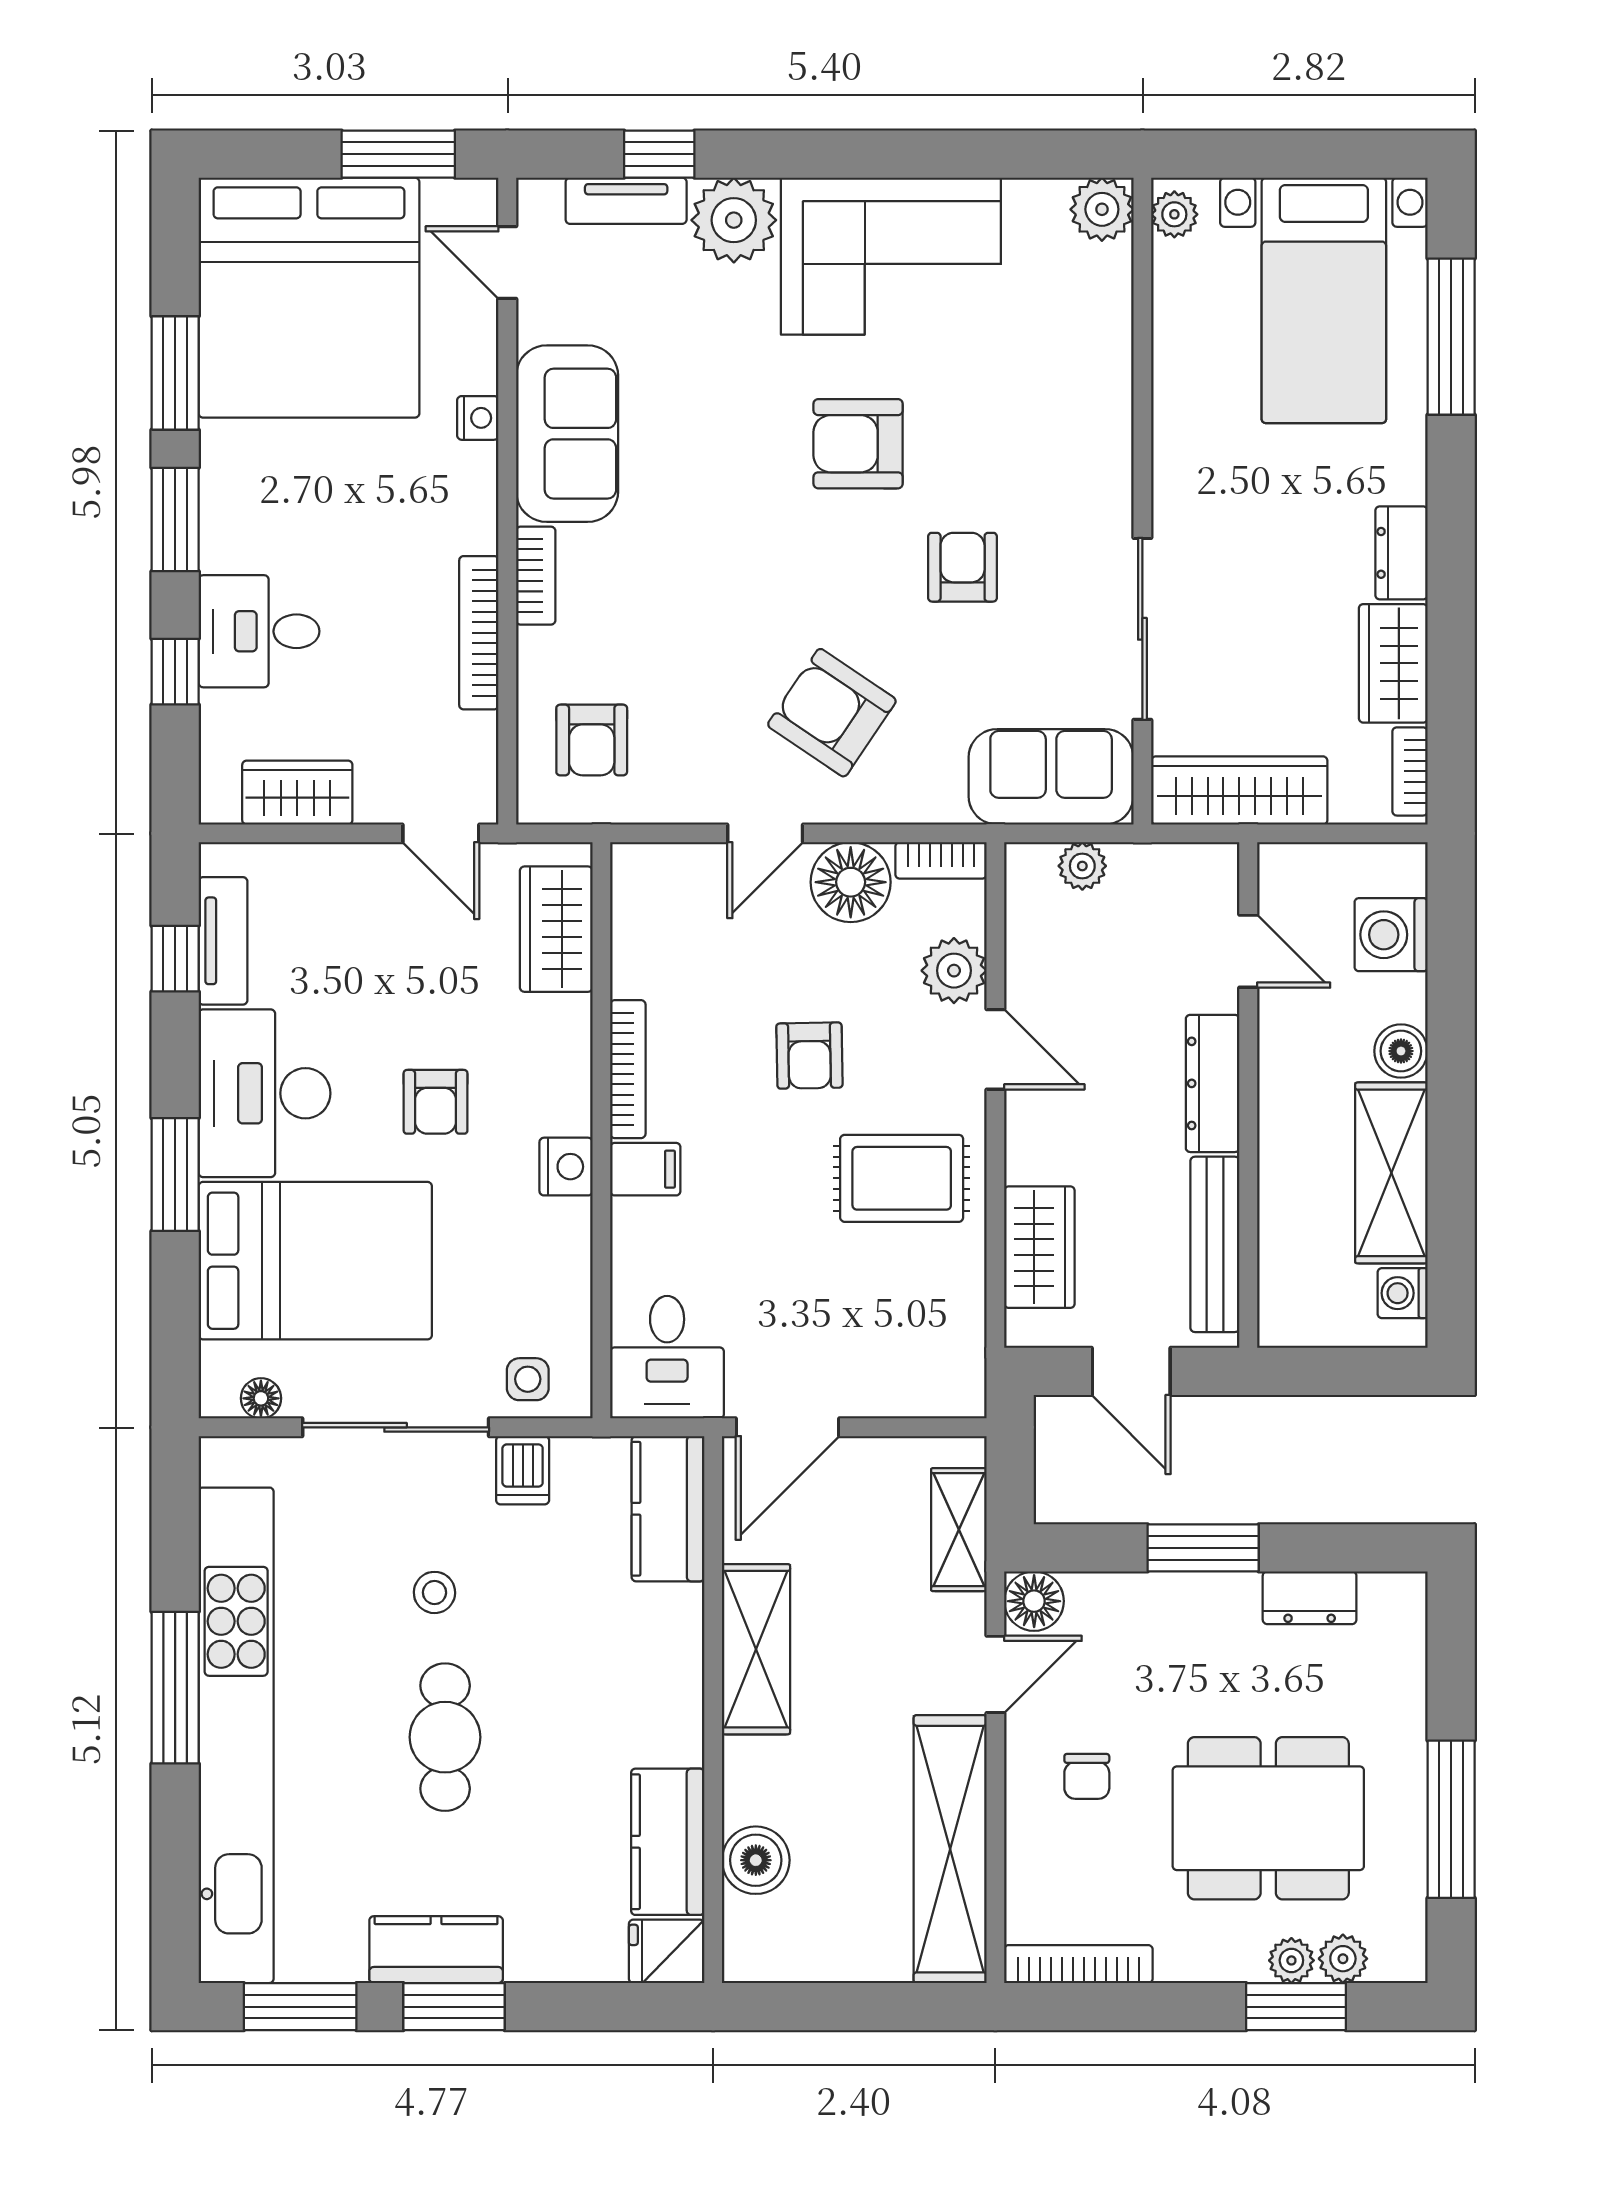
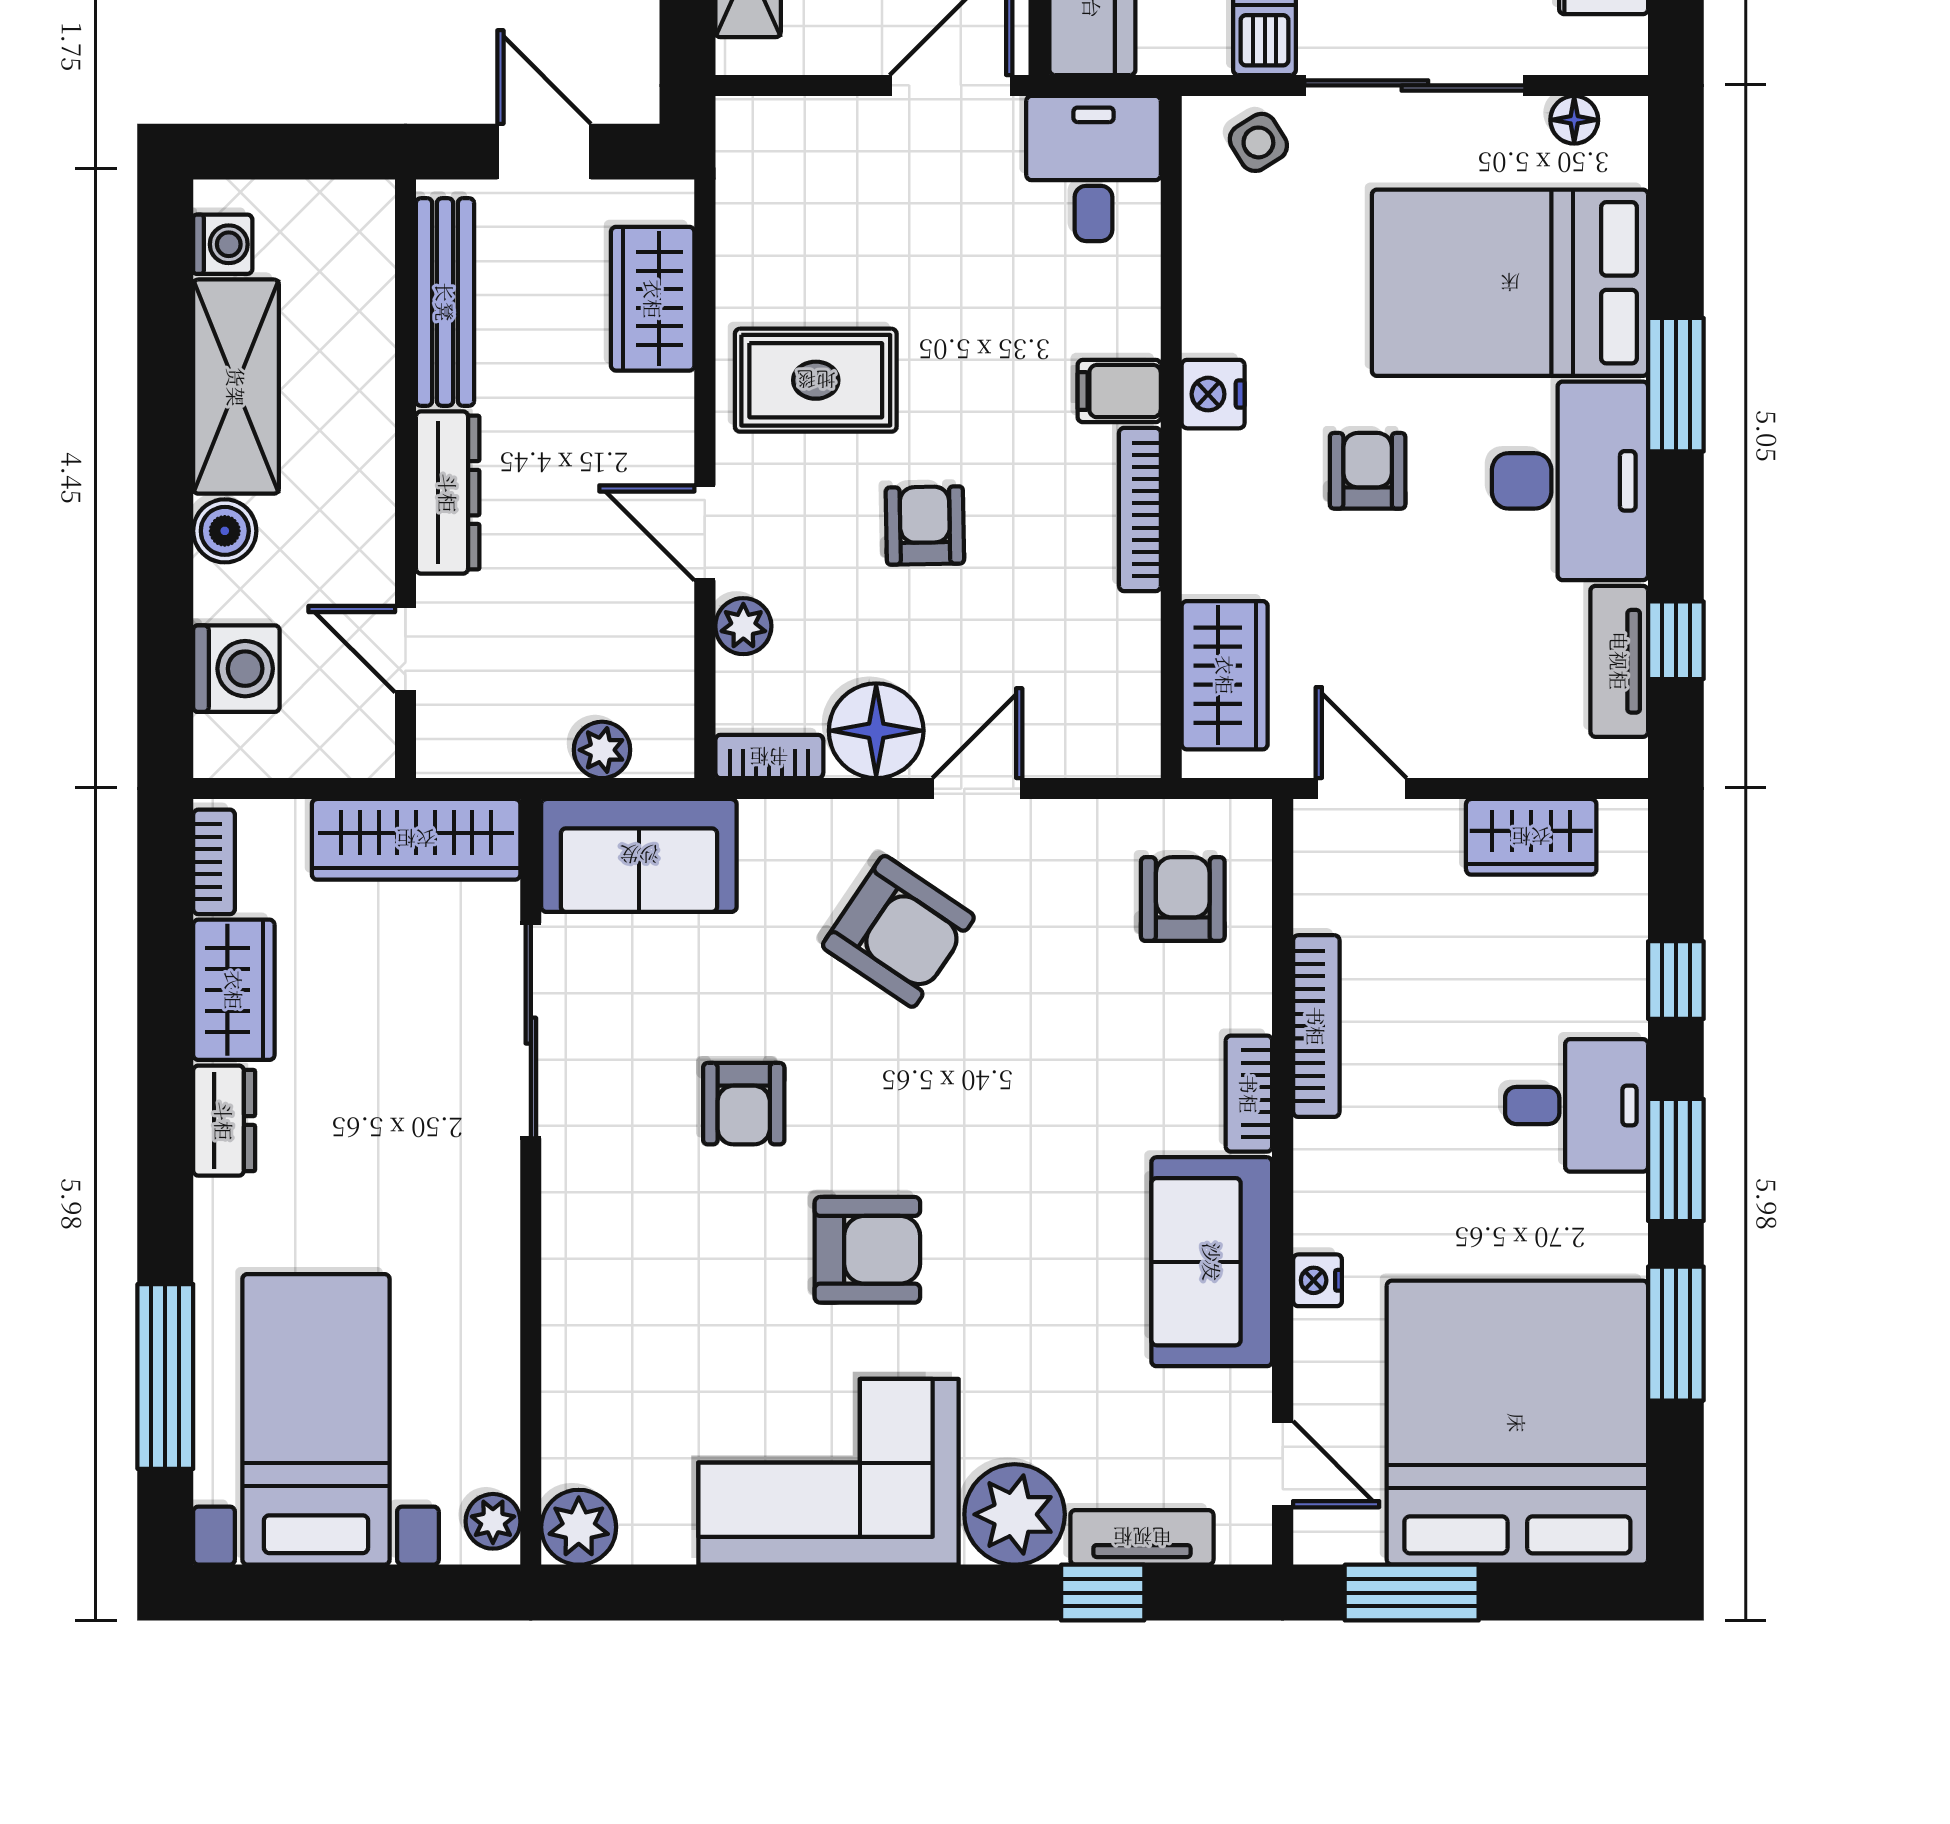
desk: (259, 631) -> (1577, 1105), moved
plant: (954, 971) -> (743, 626), width x0.73, depth x0.73
side table: (528, 1379) -> (1258, 142), turned -32

